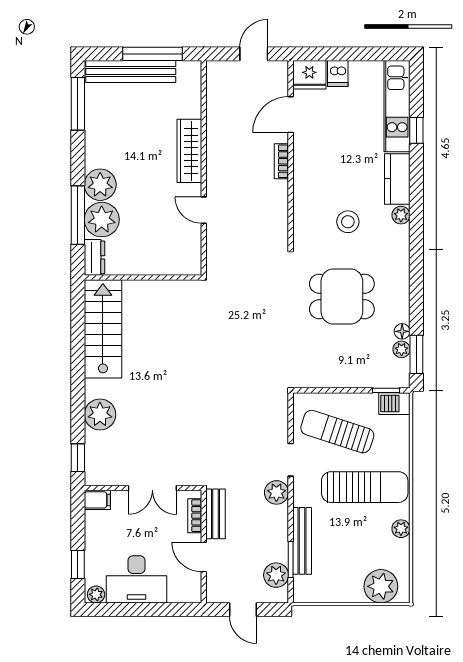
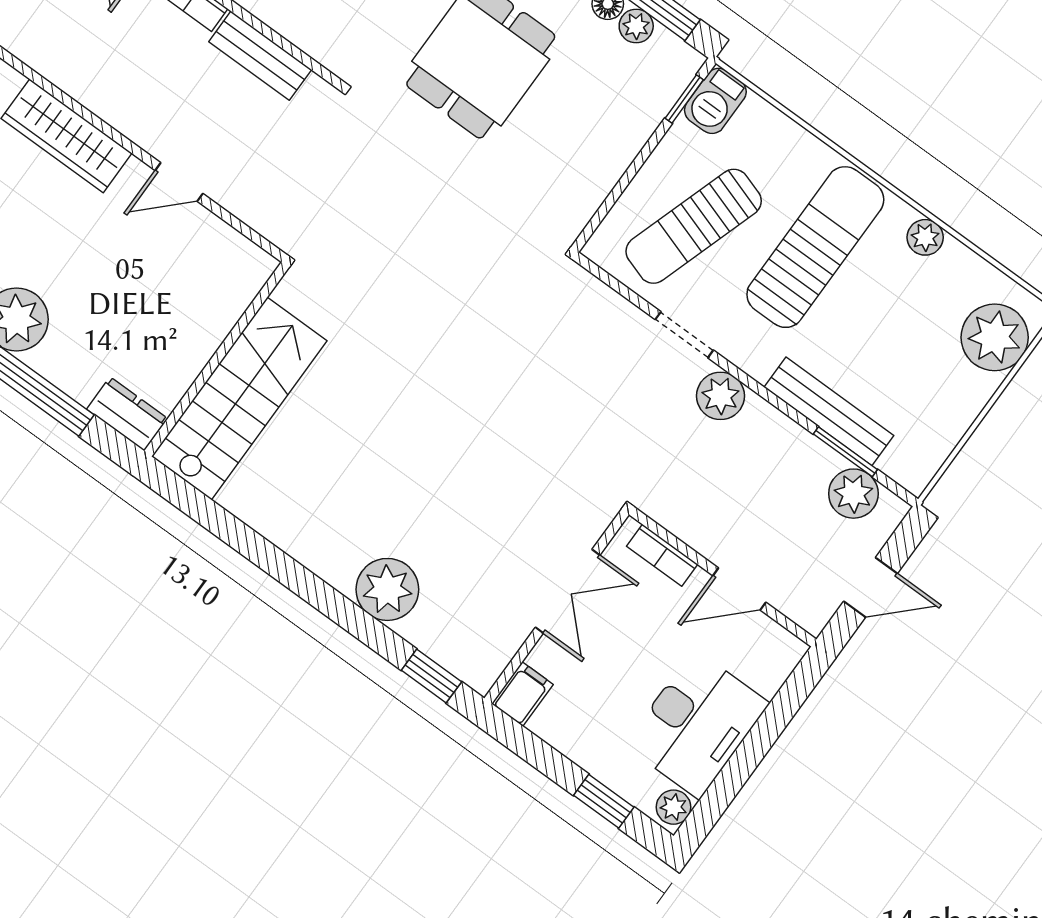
plant: (102, 220) -> (75, 358), removed
stairs: (103, 329) -> (239, 399), moved, turned 90
bench: (215, 514) -> (260, 56), moved

